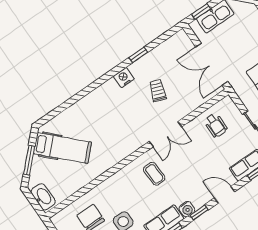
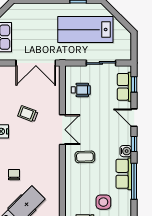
chair: (90, 118) -> (14, 175), added
door: (225, 195) -> (134, 118), hinge flipped

